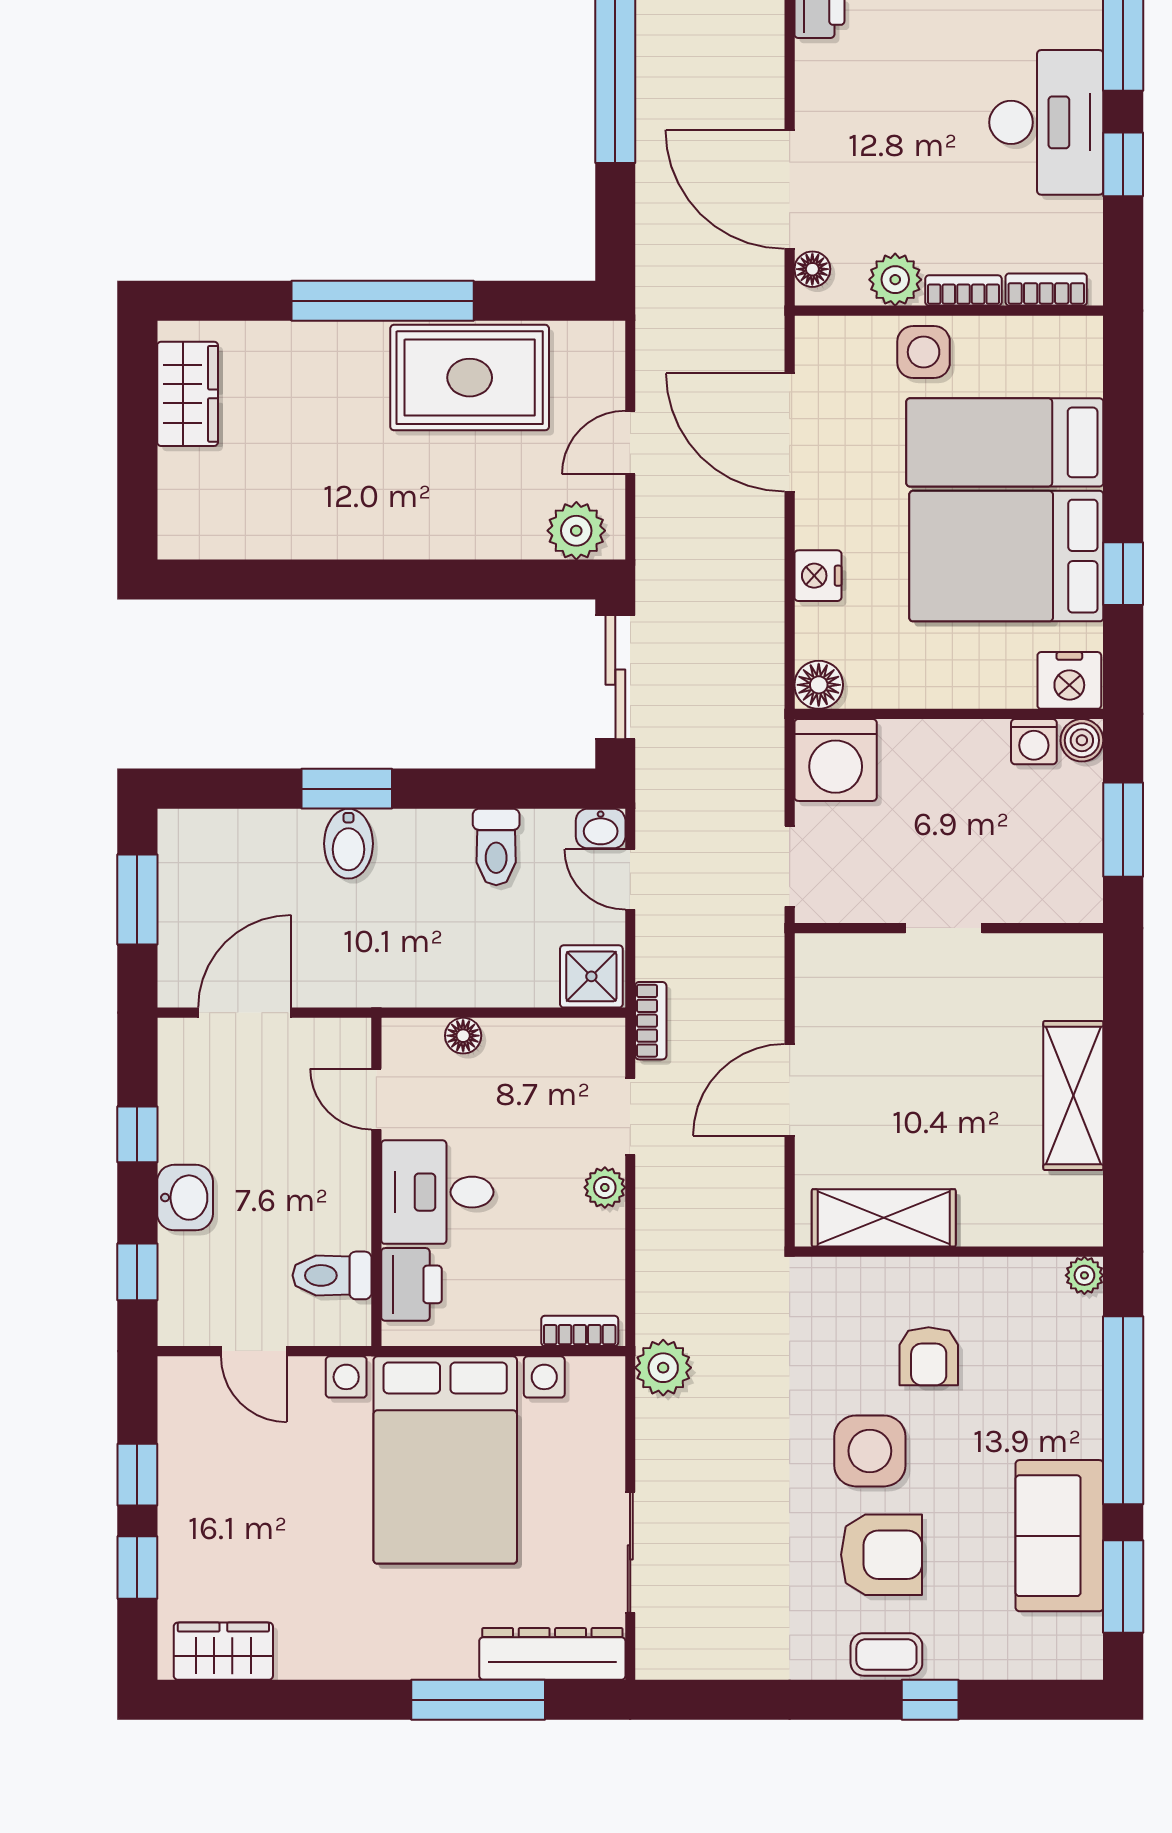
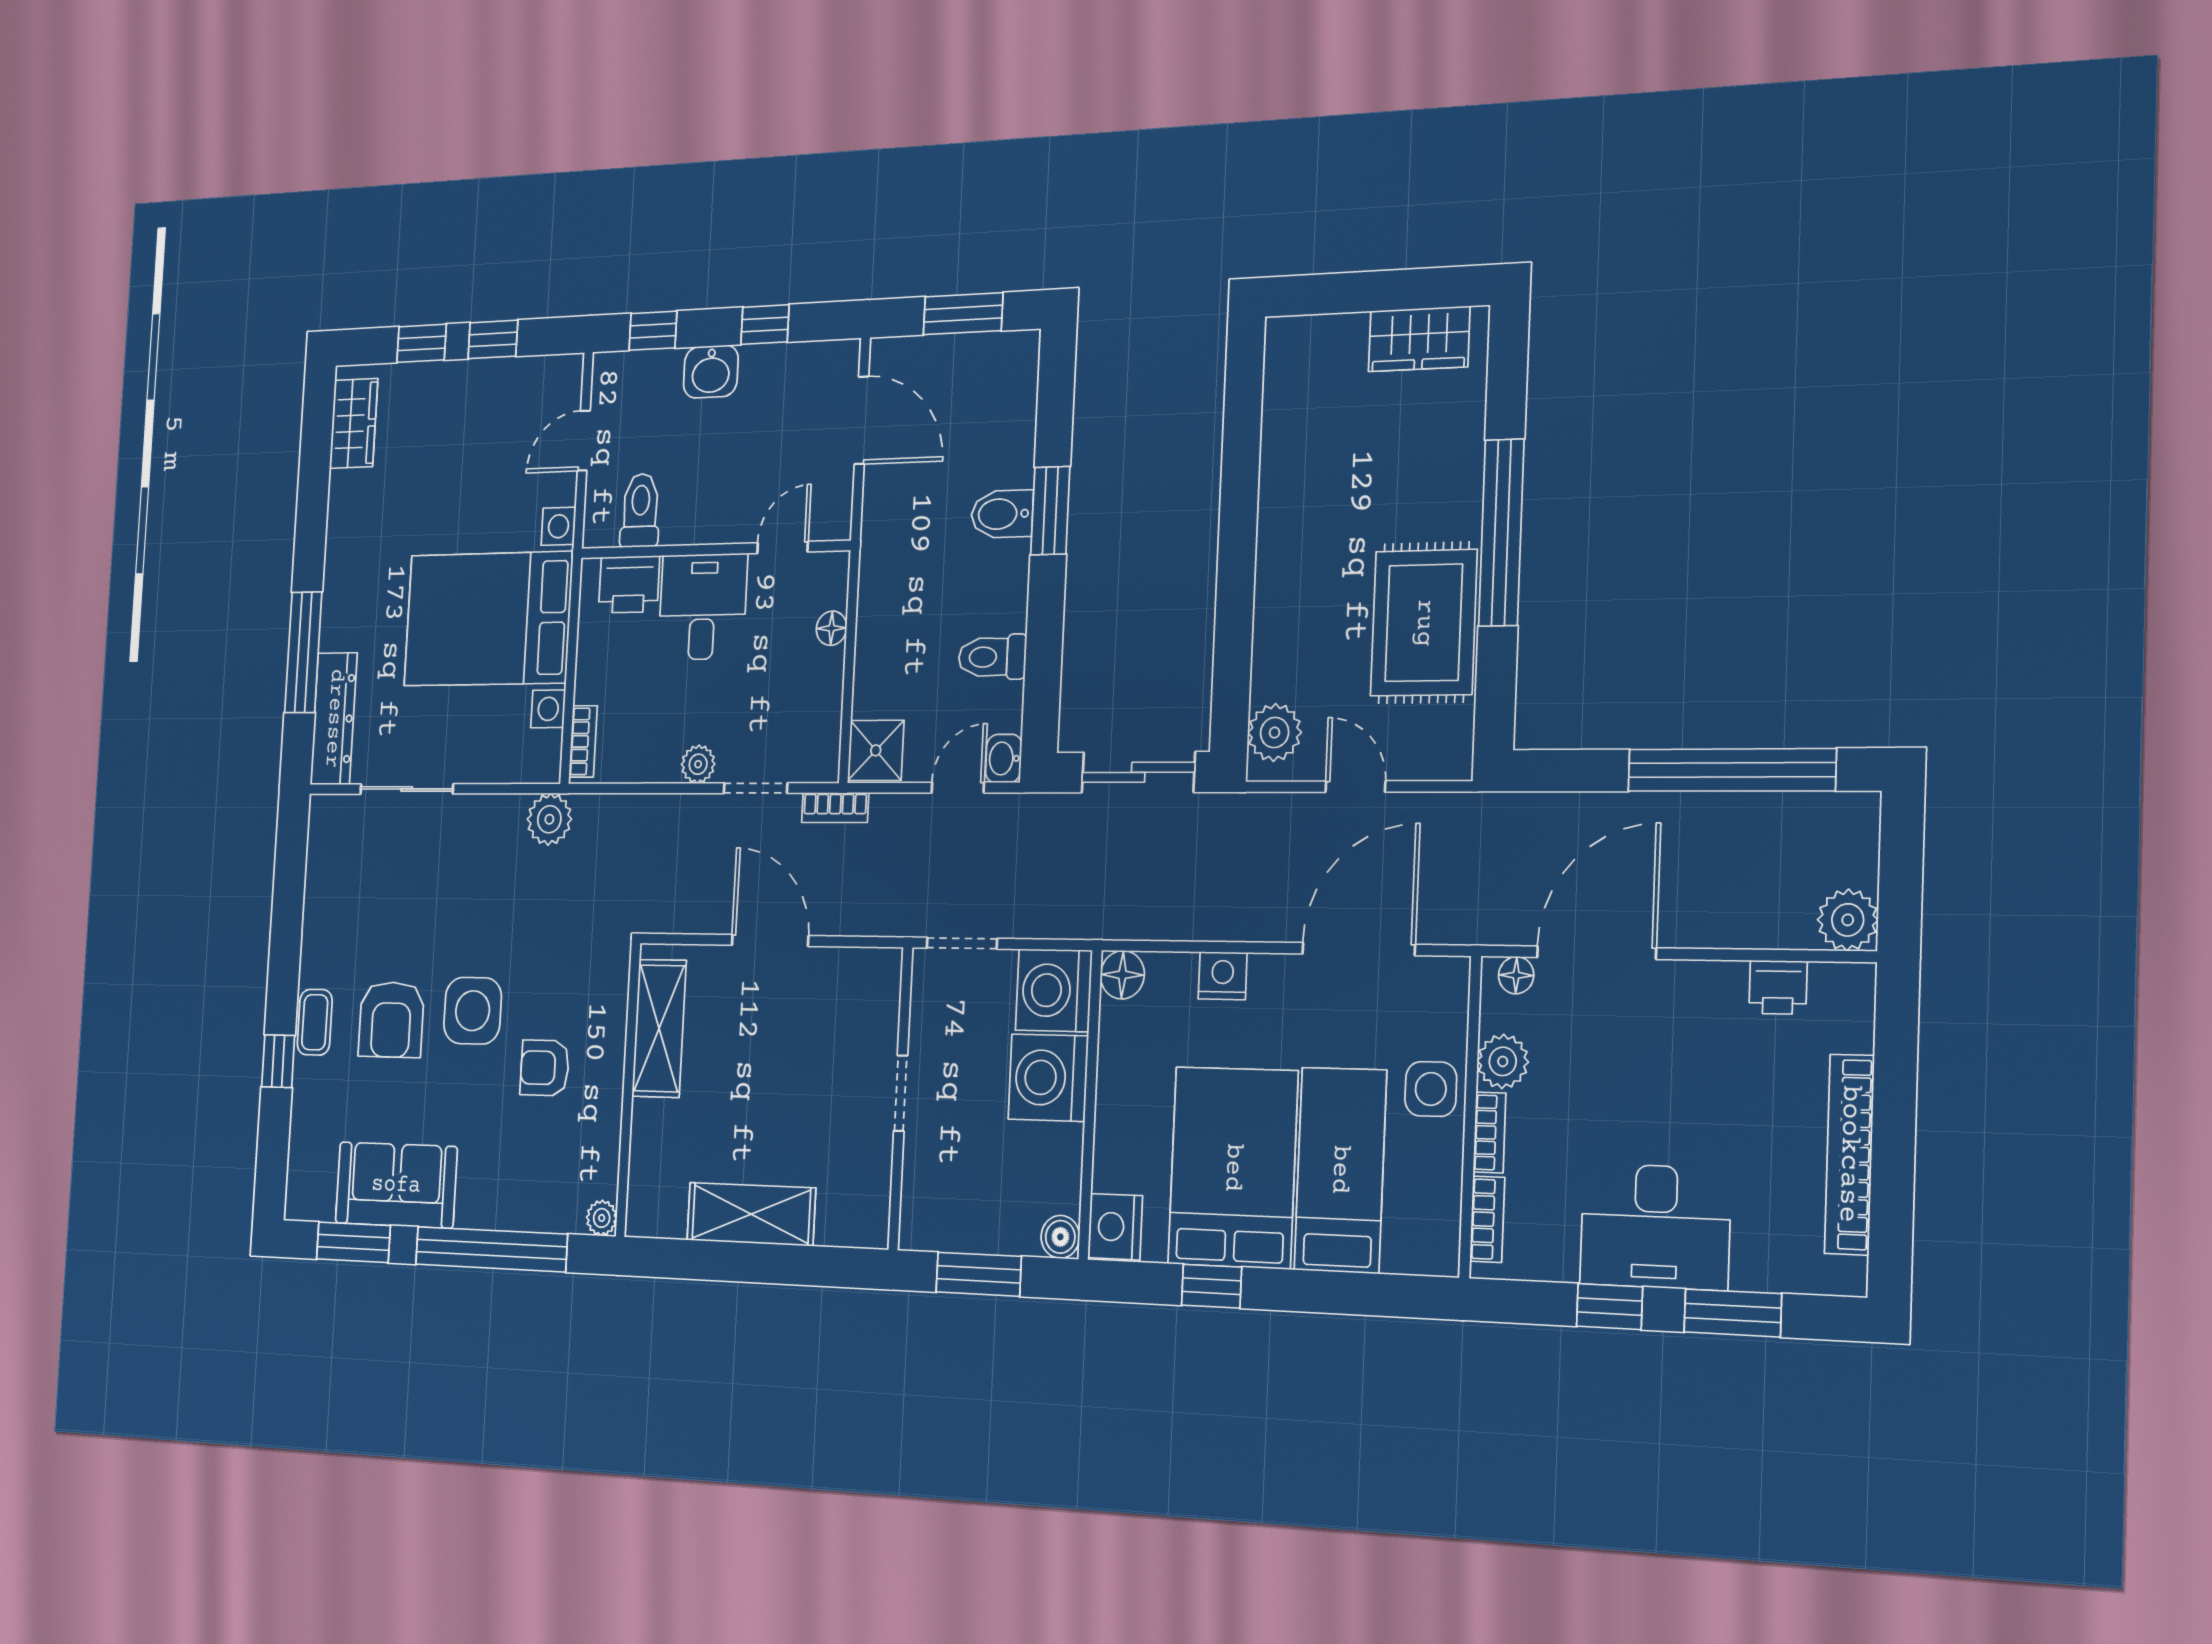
washing machine: (1034, 742) -> (1048, 1078), moved, width x1.89, depth x1.89

